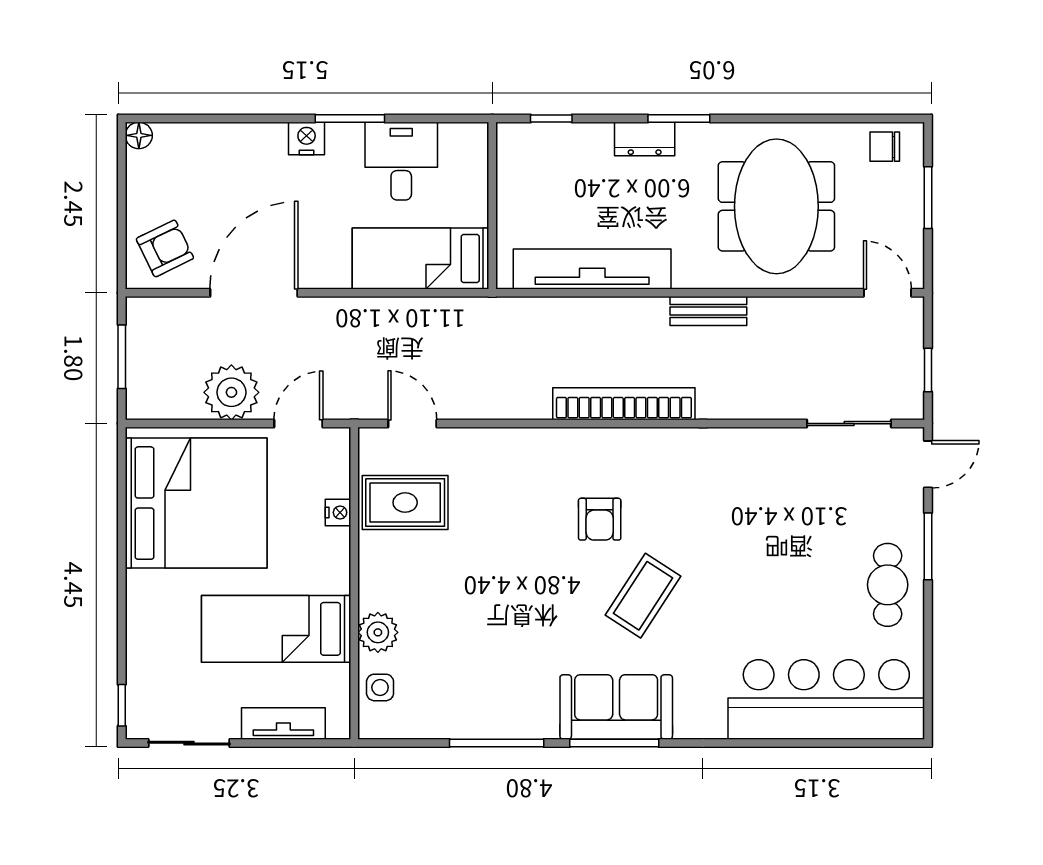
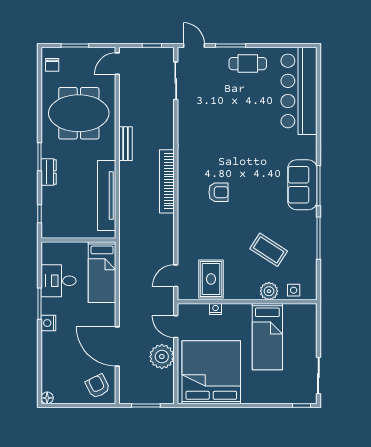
coffee table: (643, 596) -> (269, 250), moved
tv unit: (283, 724) -> (310, 333), removed

